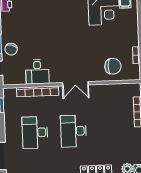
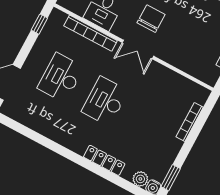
chair: (113, 66) -> (151, 19), moved, turned -90

